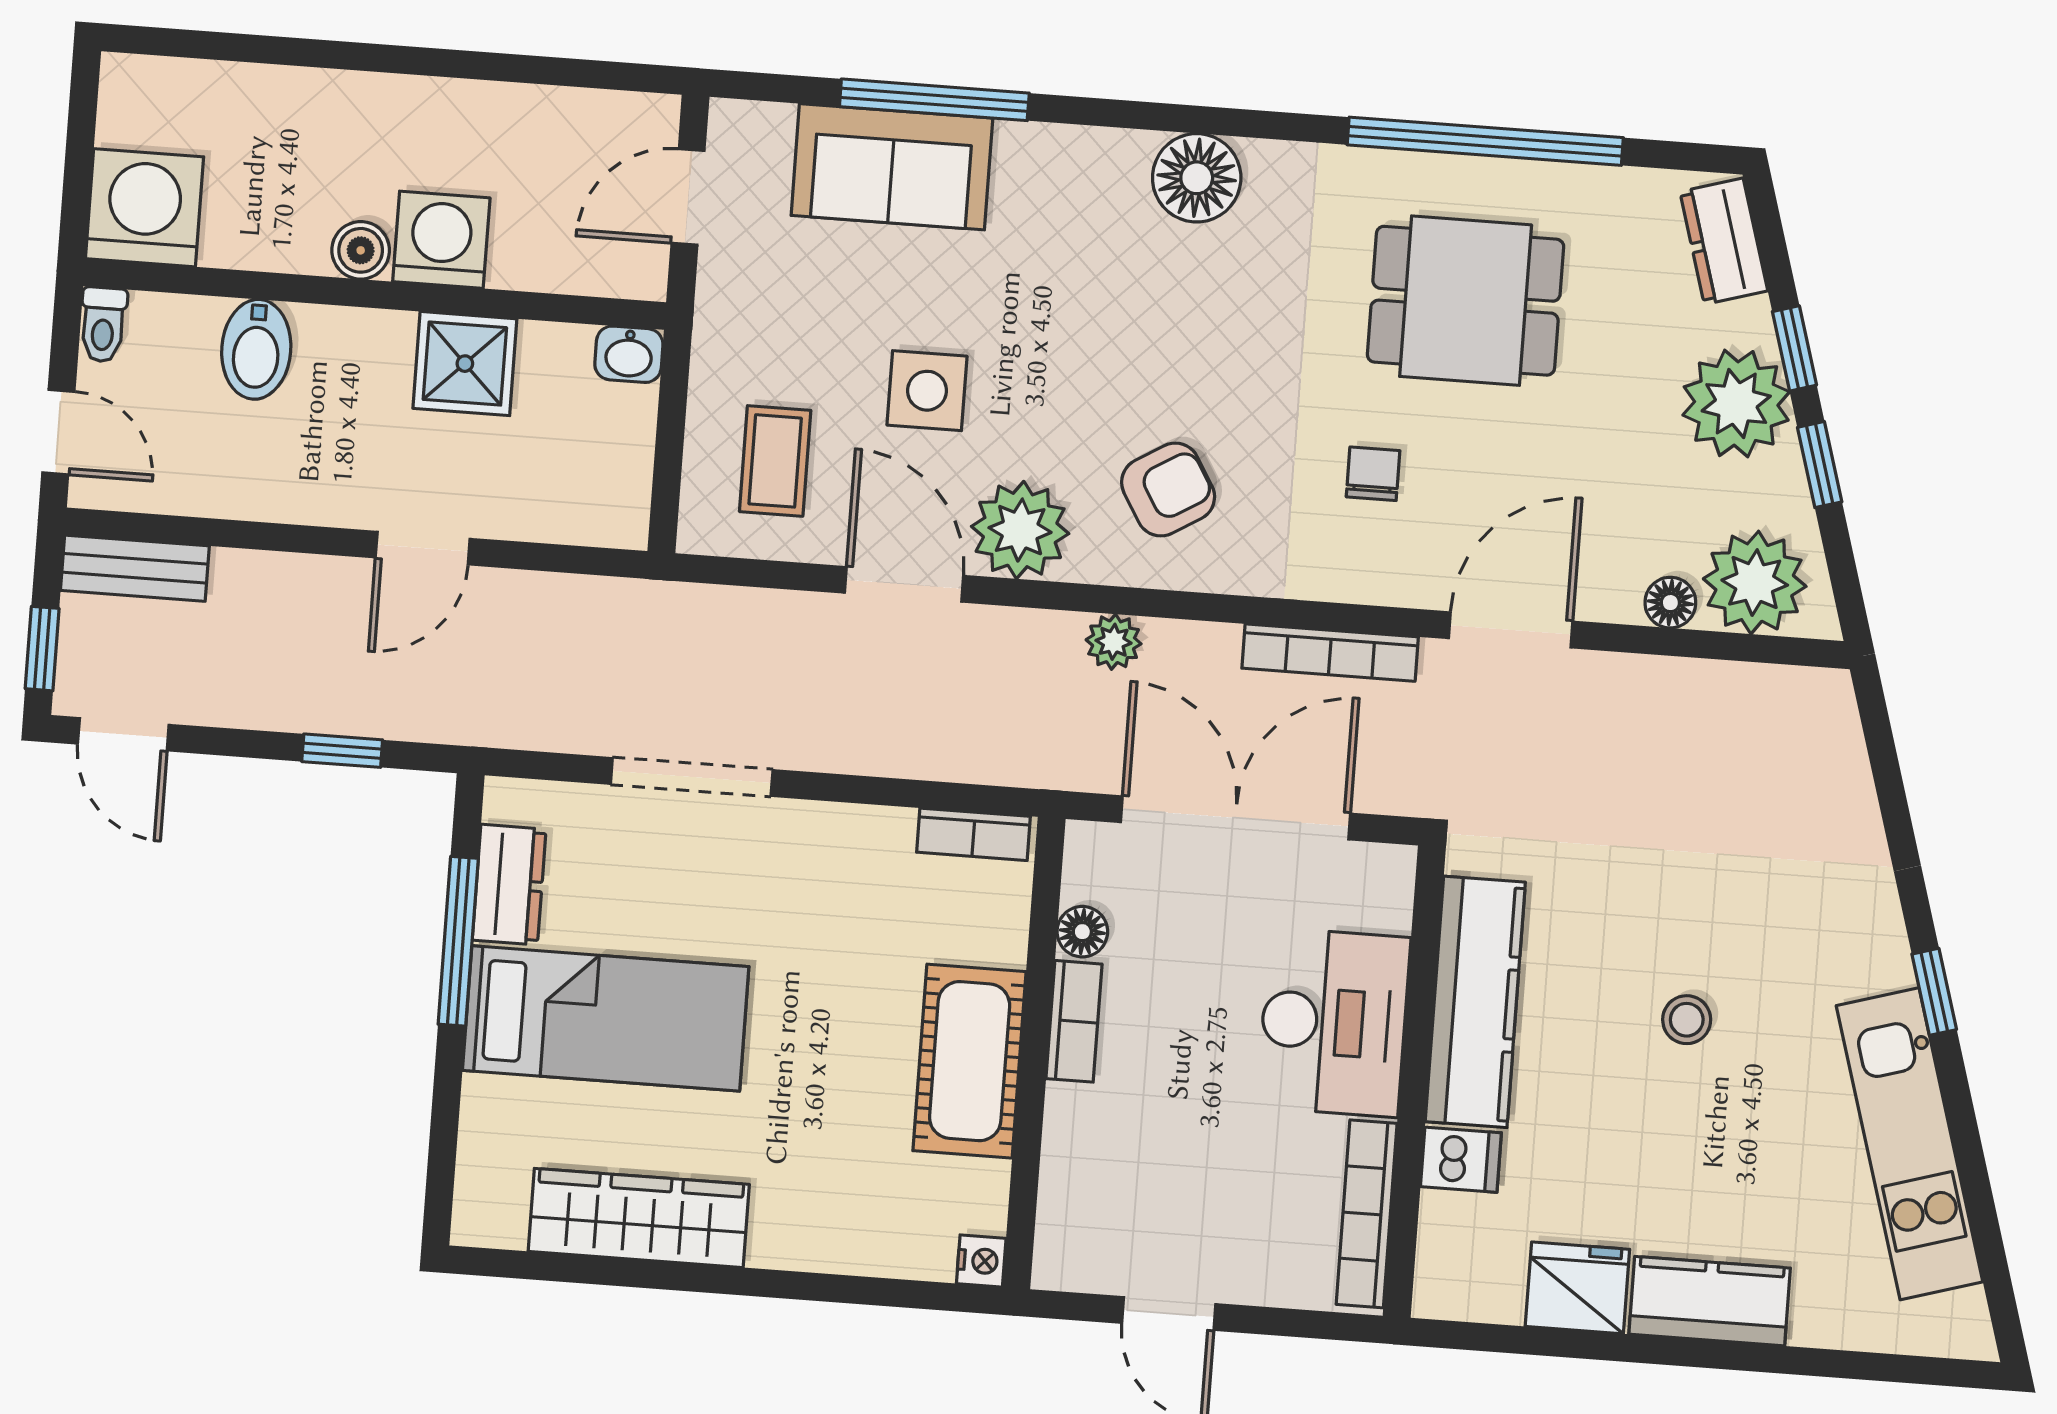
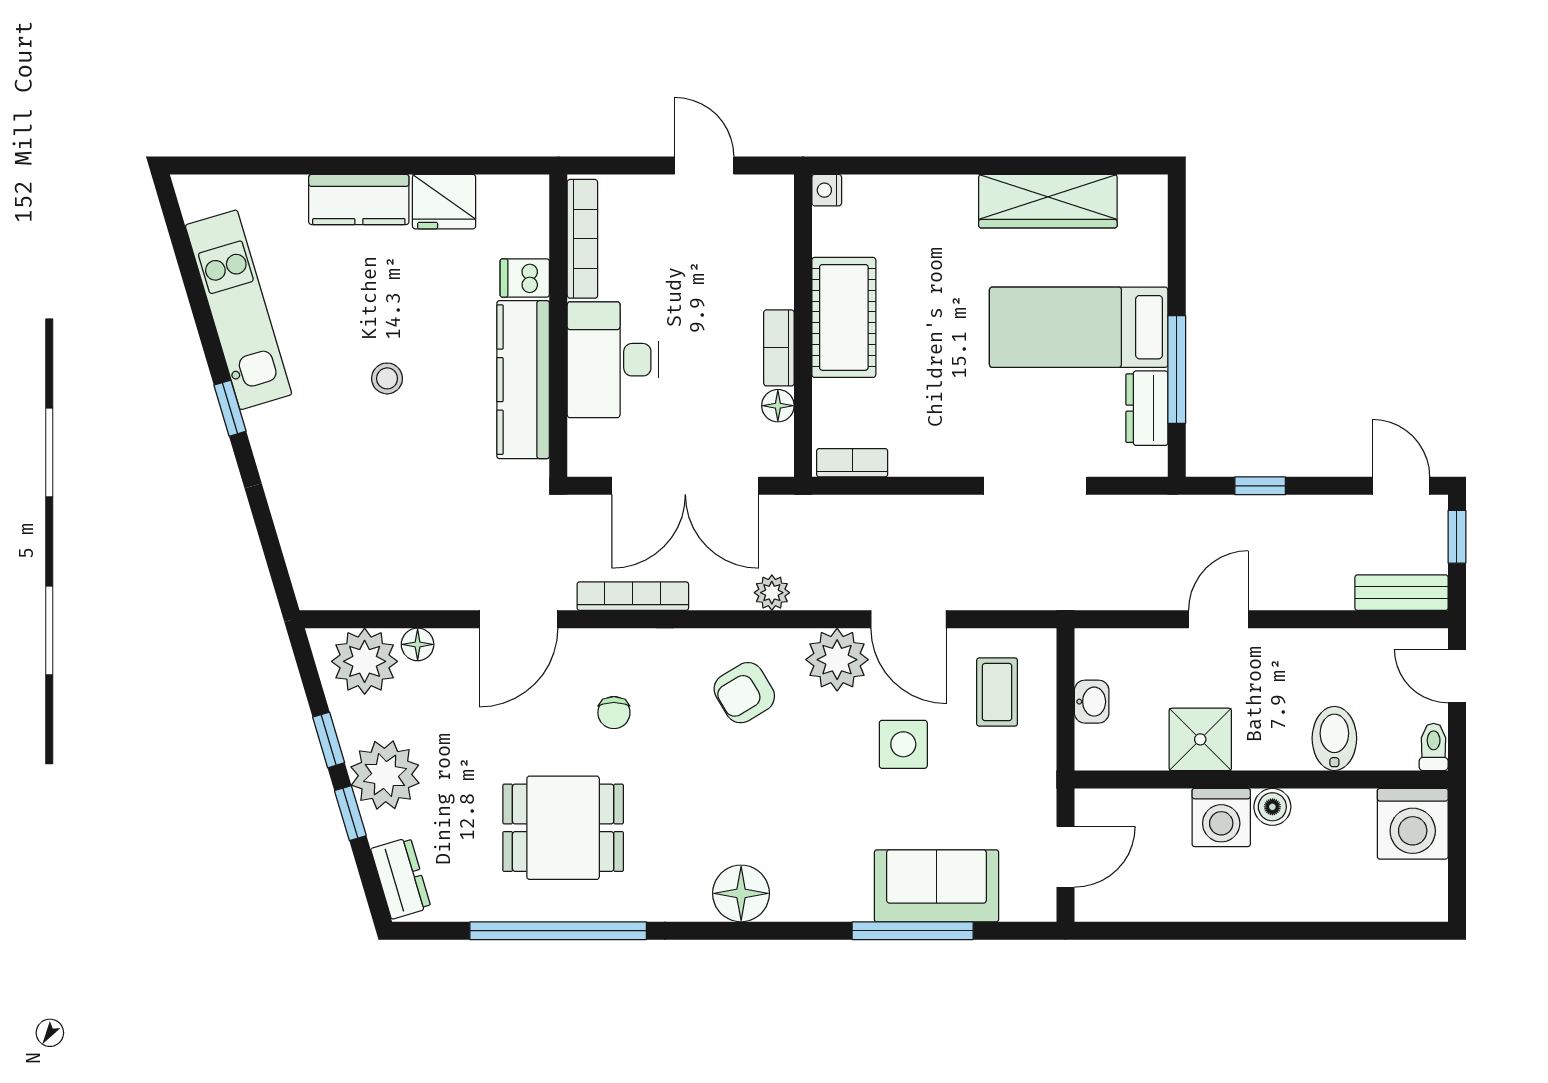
washbasin: (629, 354) -> (1092, 702), moved, turned 90

